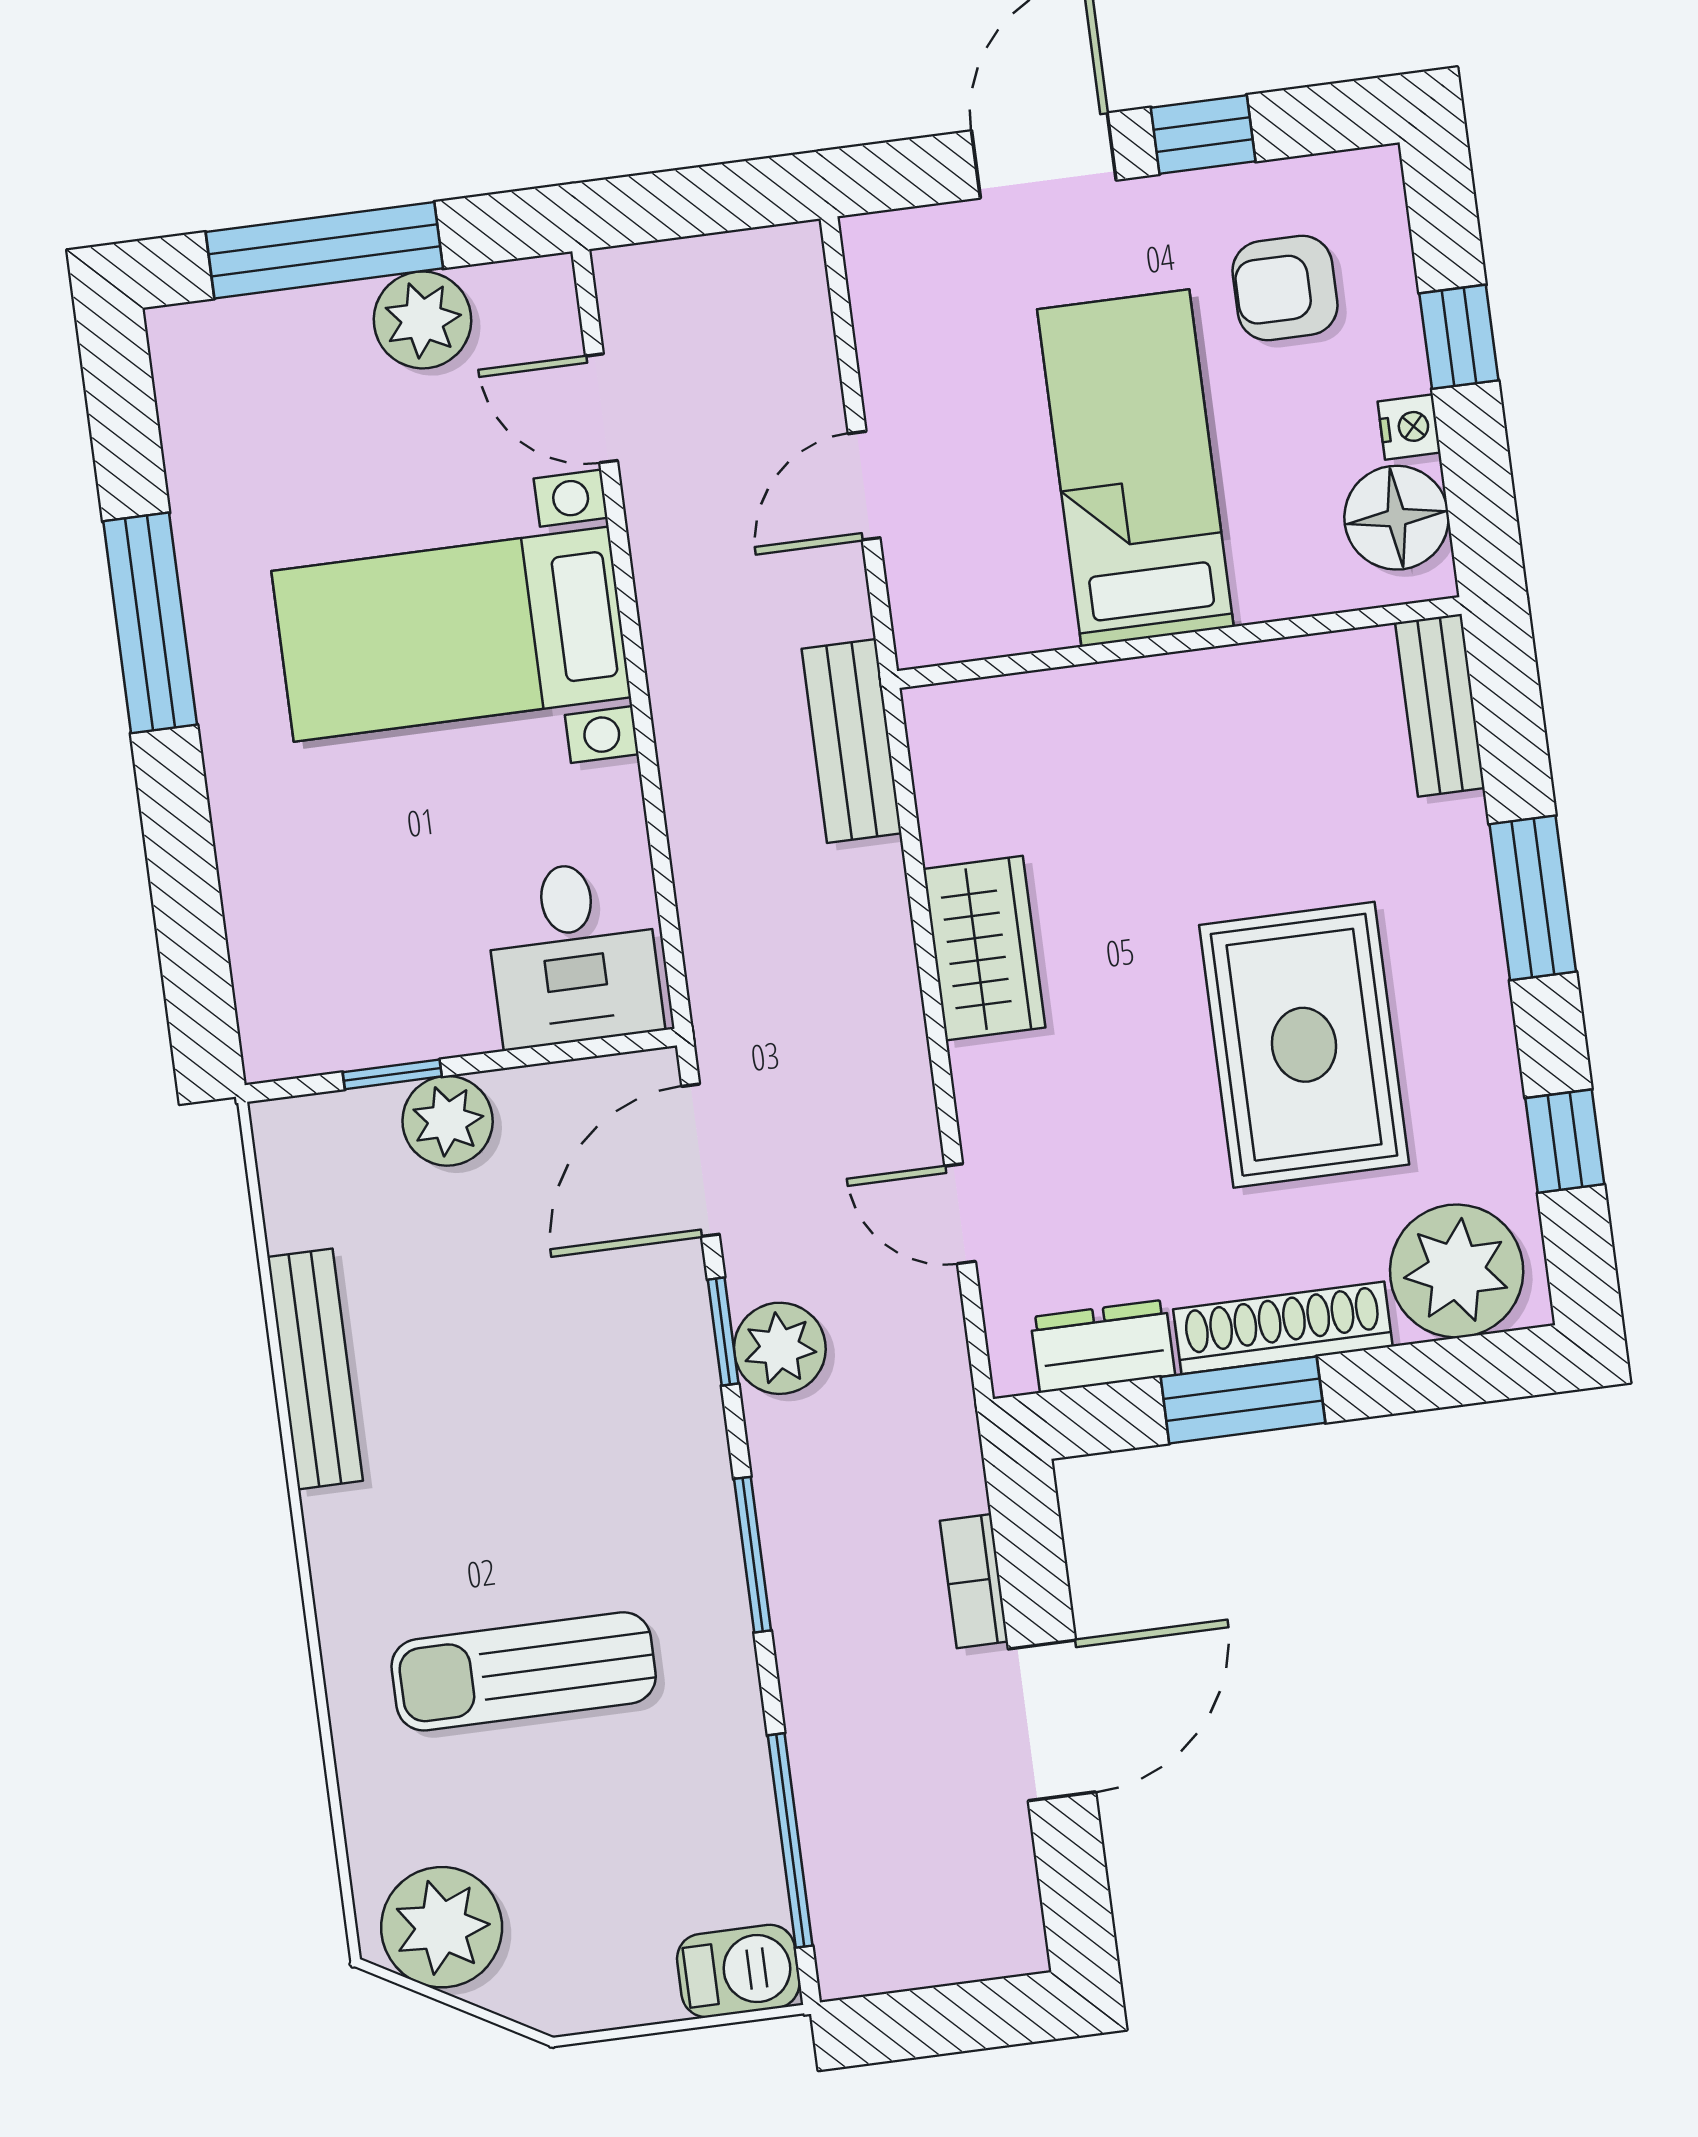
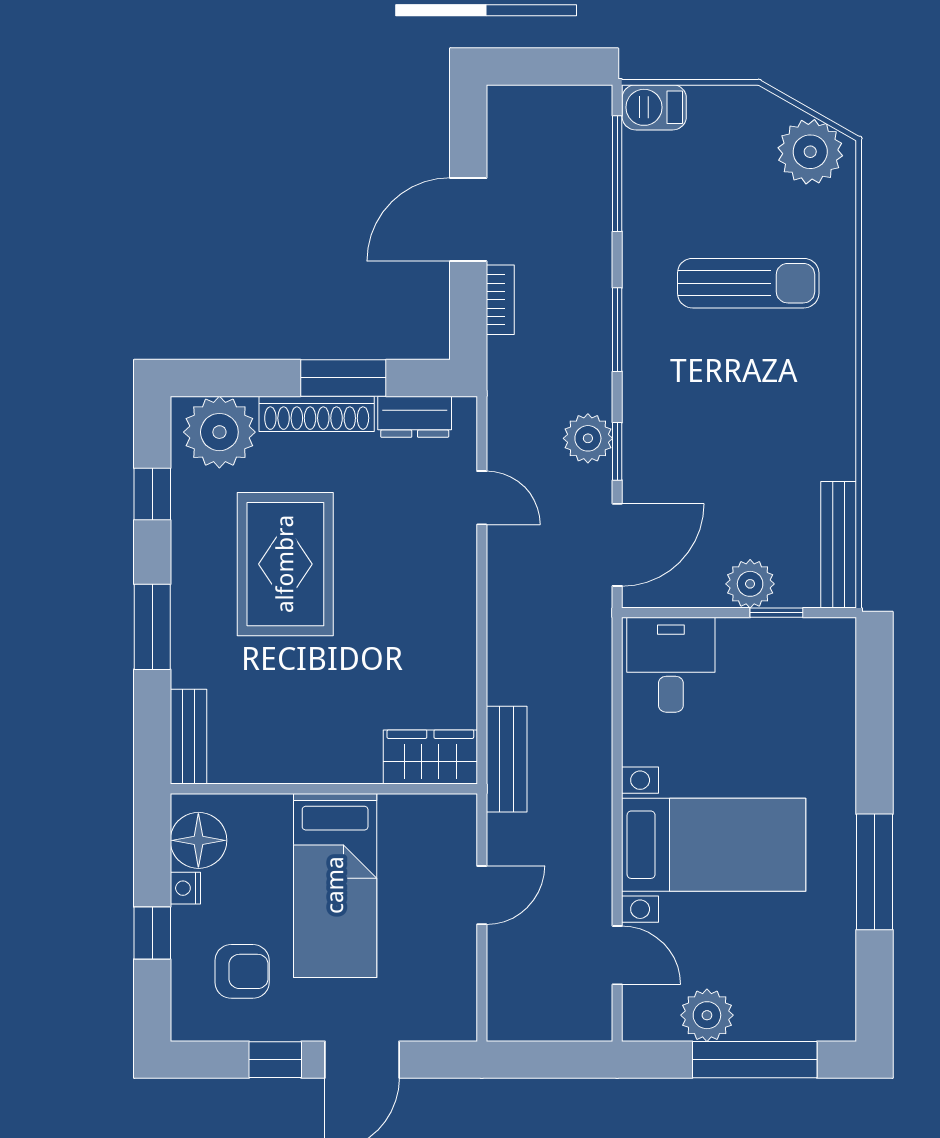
wardrobe: (984, 948) -> (430, 757), moved, turned 90
bench: (315, 1369) -> (839, 545), moved

